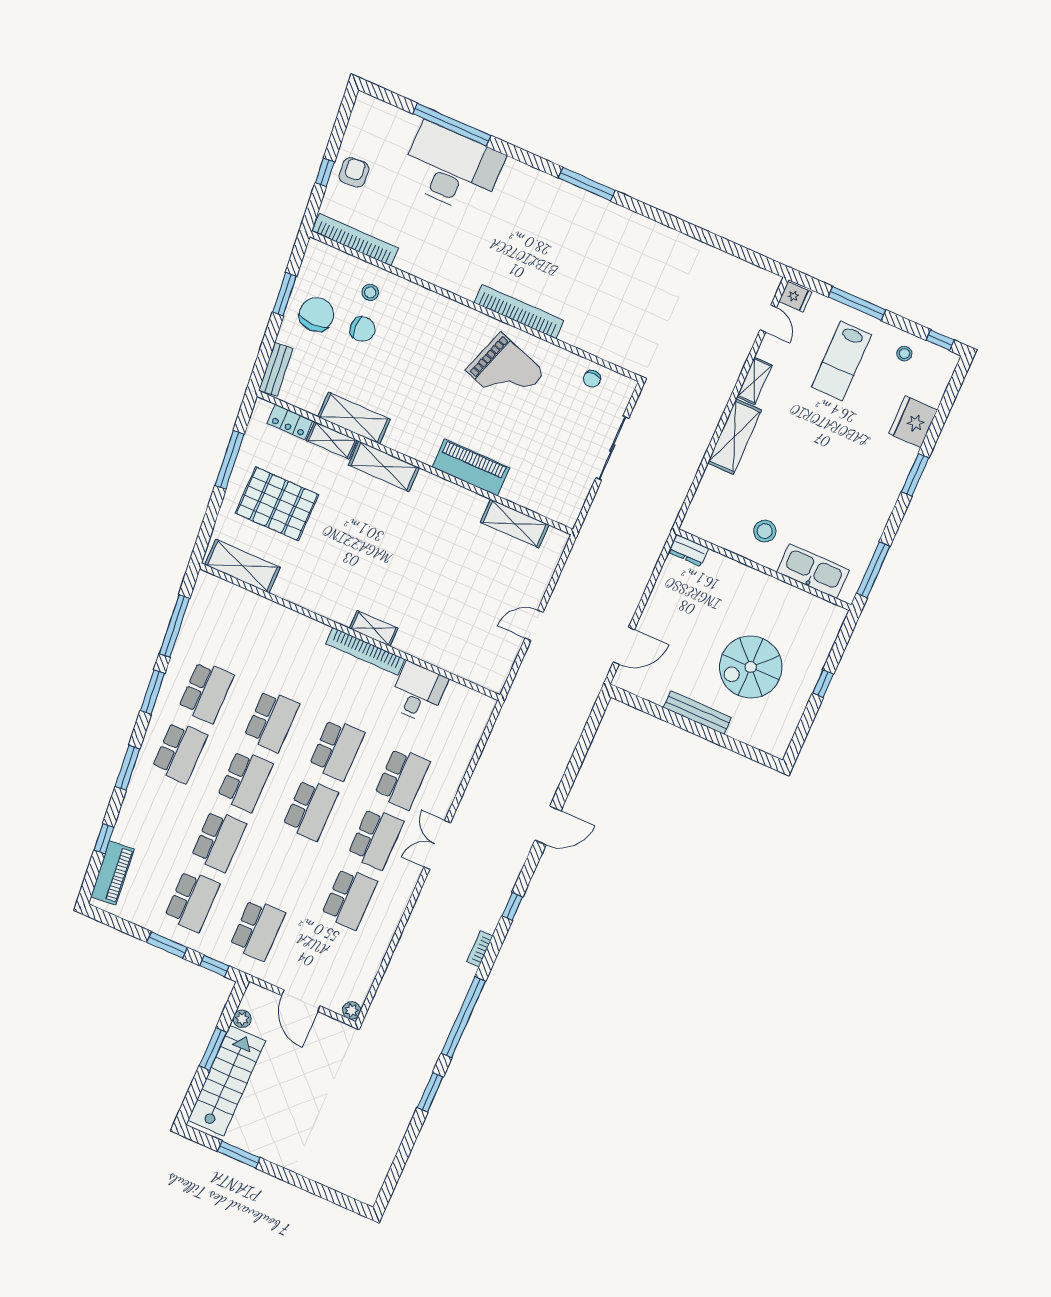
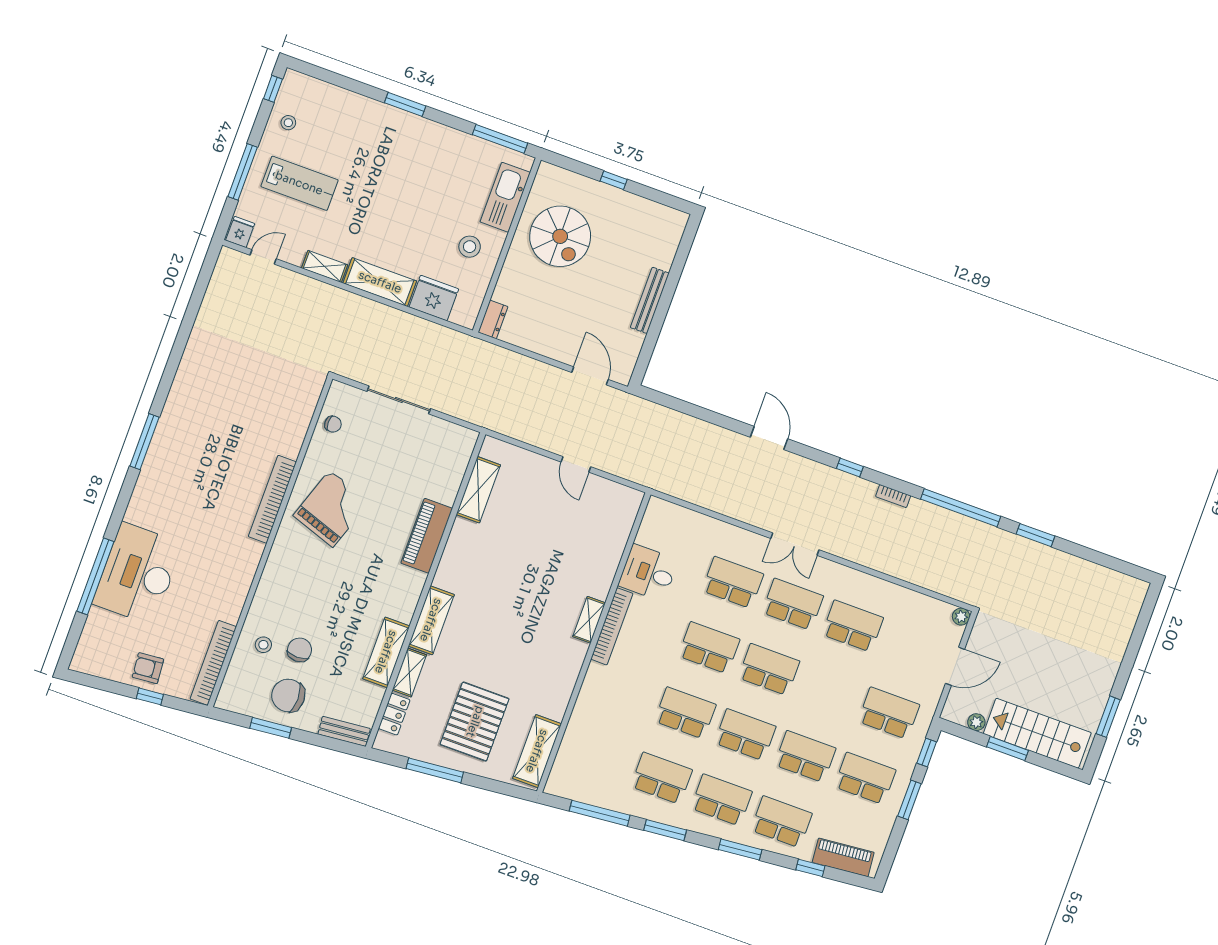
fridge: (913, 422) -> (434, 298), moved, turned 180
spiral stairs: (751, 667) -> (560, 236), moved
school desk: (153, 812) -> (781, 822), added

